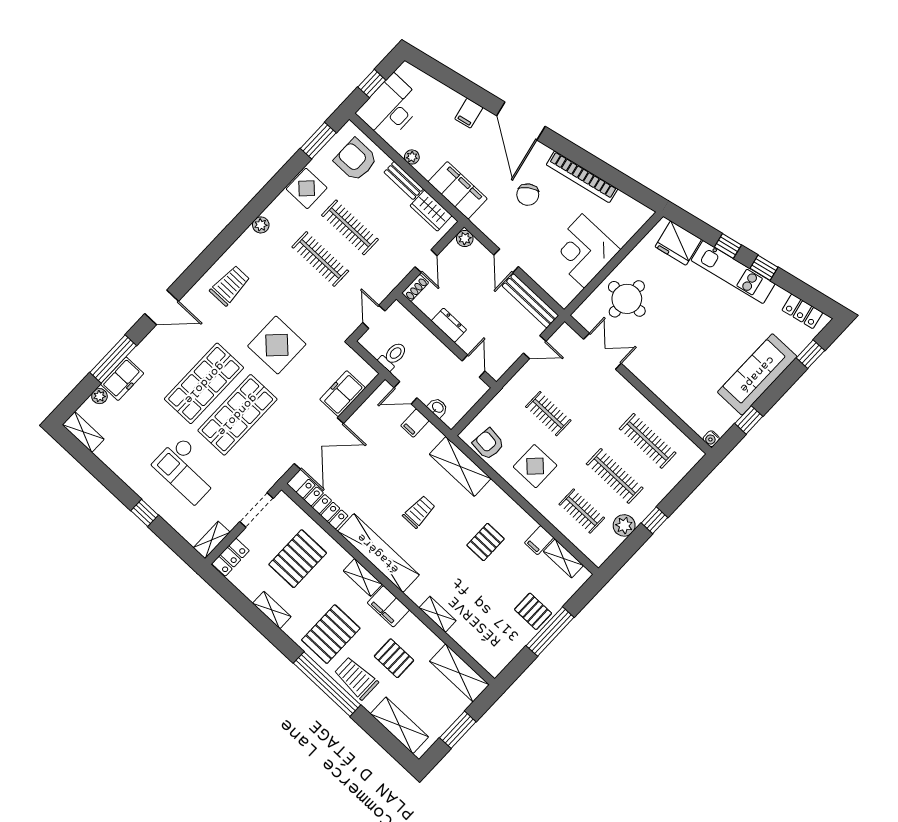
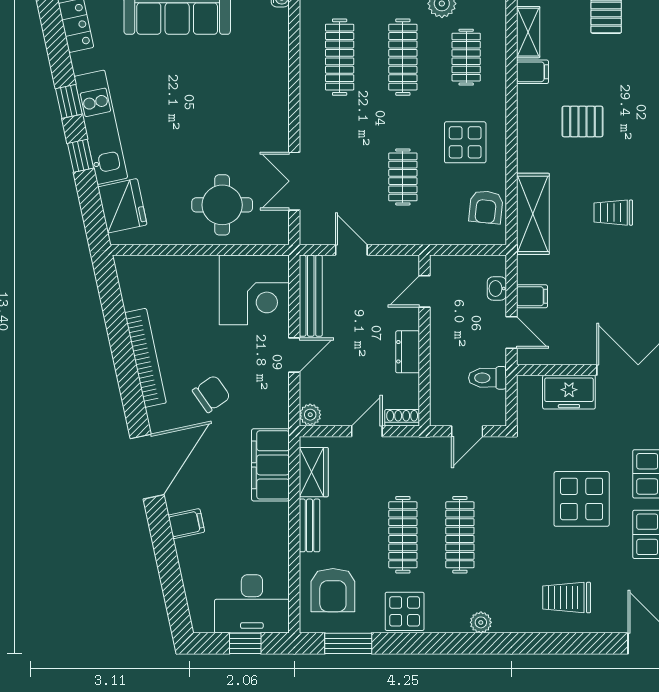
plant: (412, 157) -> (280, 539), removed
corner desk: (583, 251) -> (254, 290), moved

